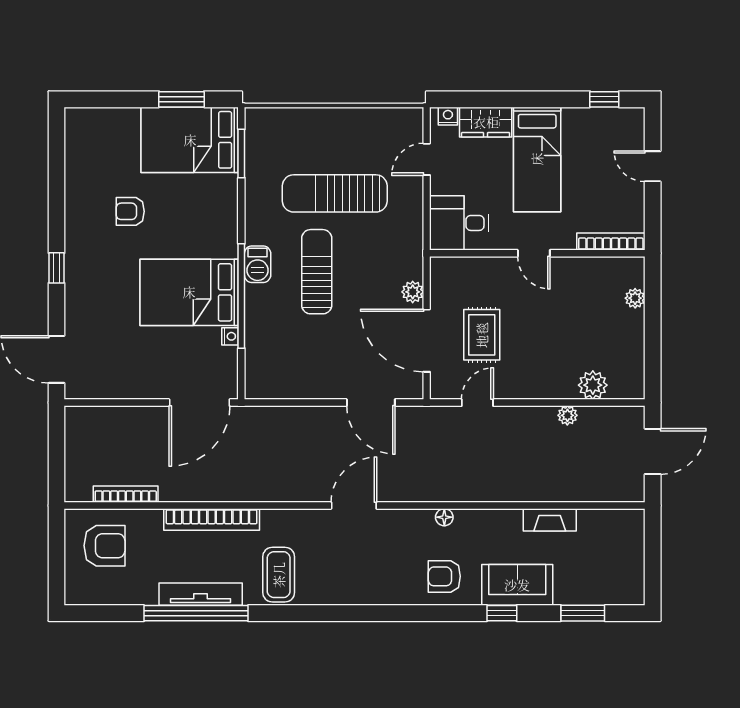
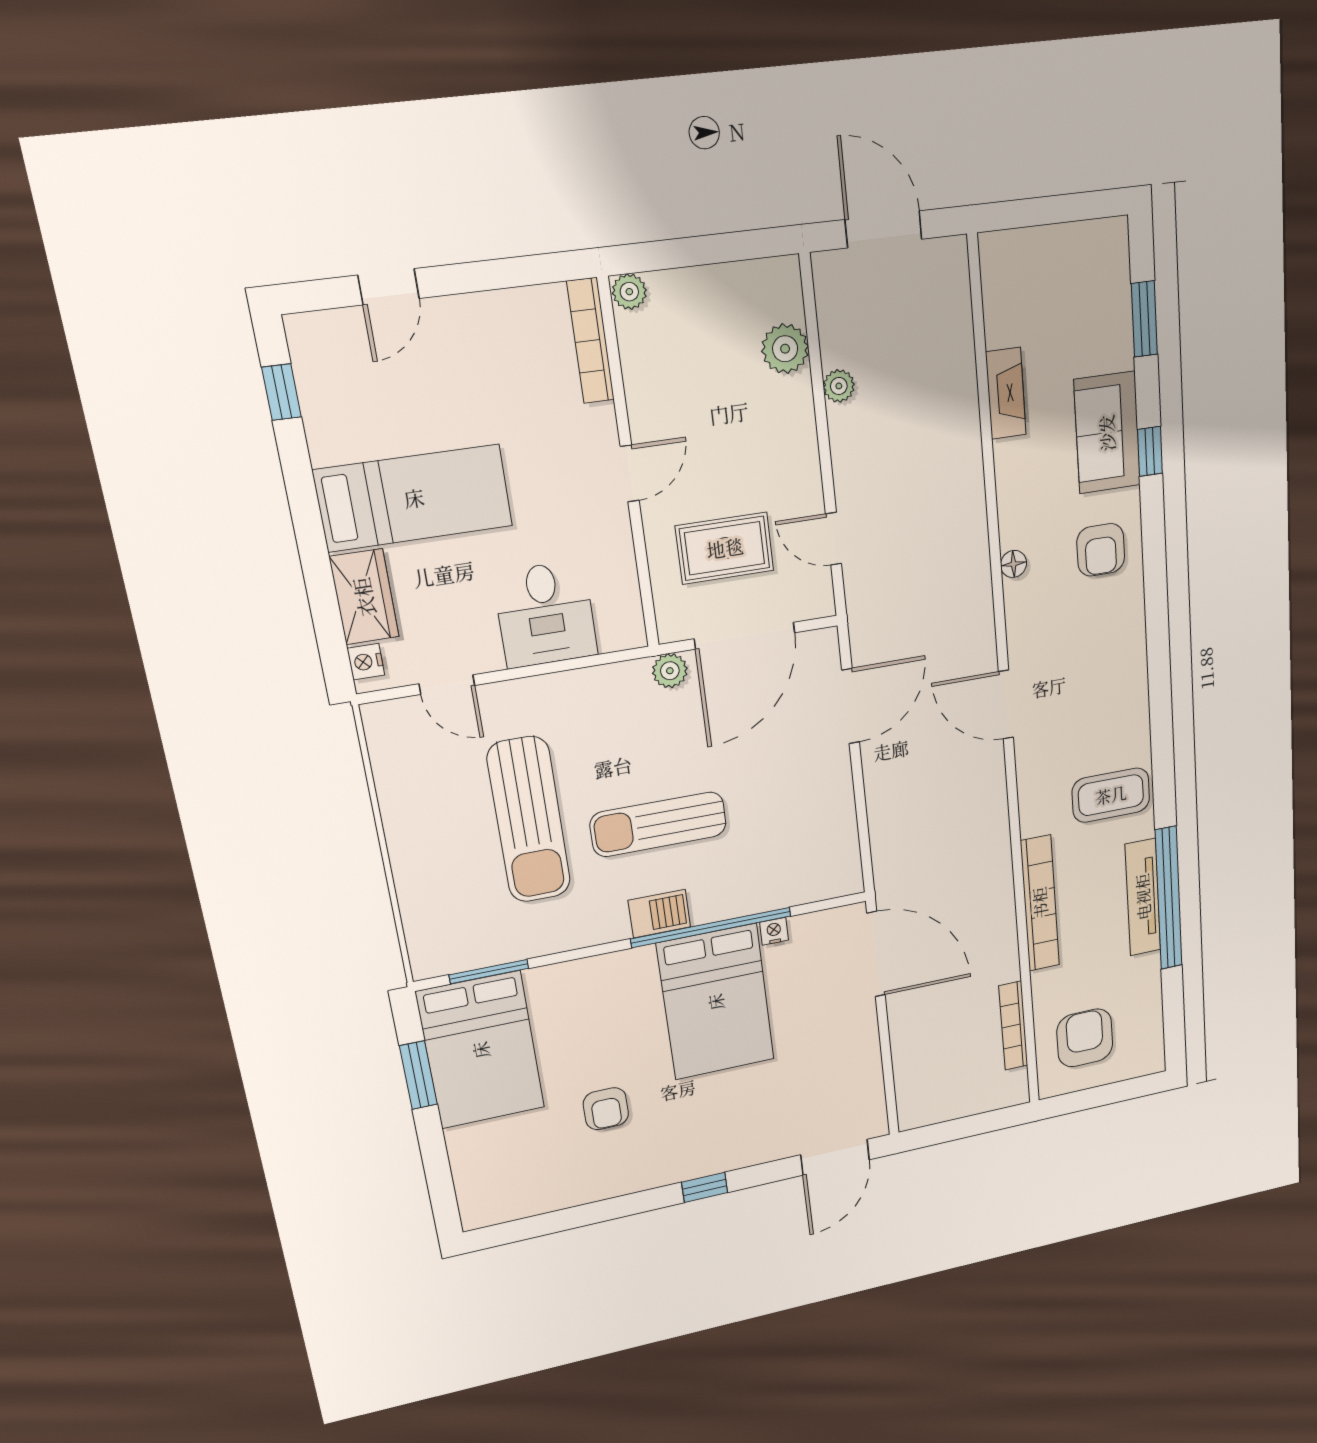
bookcase: (611, 241) -> (591, 341), moved
door: (534, 253) -> (630, 473), moved
wall: (537, 253) -> (629, 467), moved

